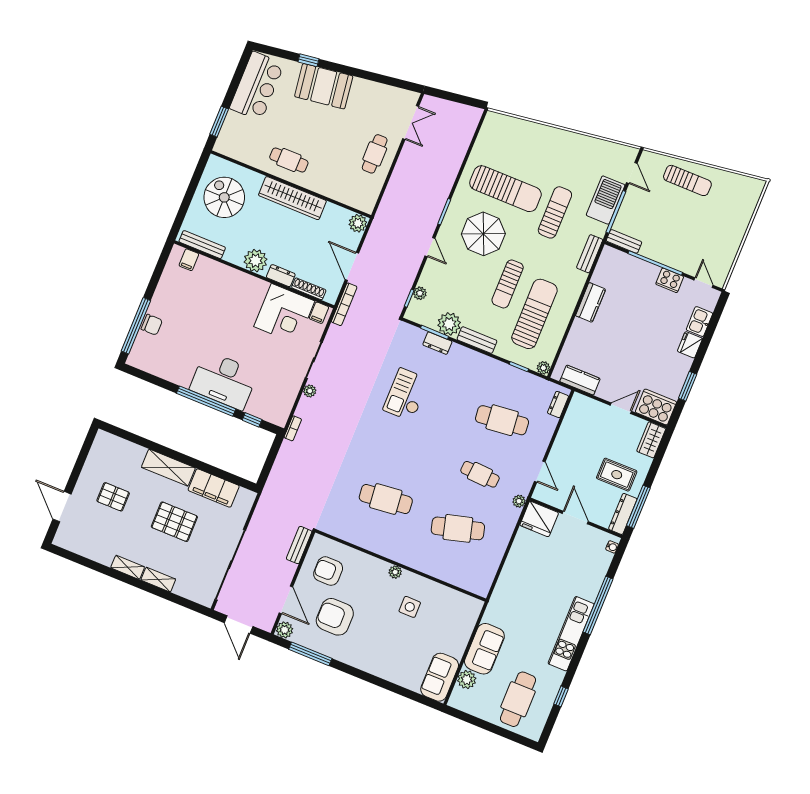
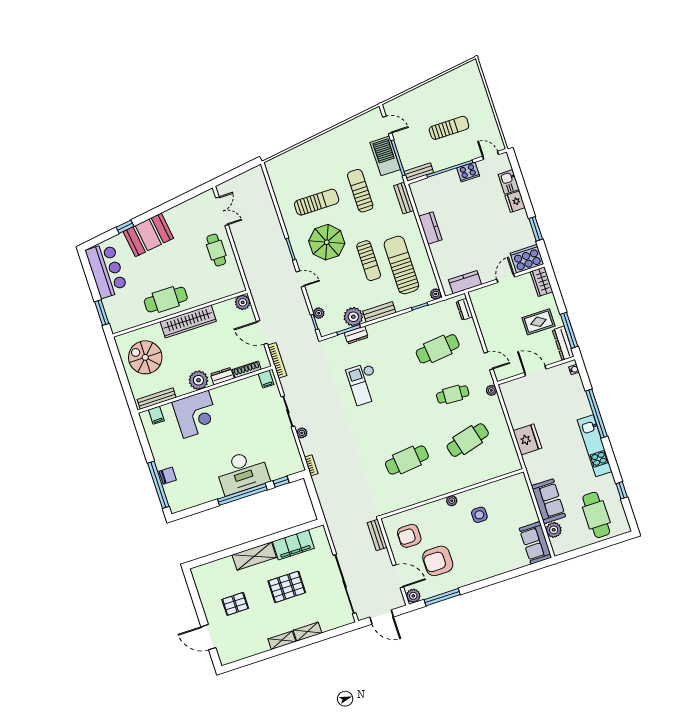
cafe table: (289, 160) -> (166, 300), width x1.37, depth x1.35
sun lounger: (687, 180) -> (449, 128), moved
sun lounger: (505, 189) -> (317, 202), width x0.73, depth x0.75
corner desk: (284, 314) -> (196, 414), moved
fridge: (539, 519) -> (527, 439), moved, turned -90

